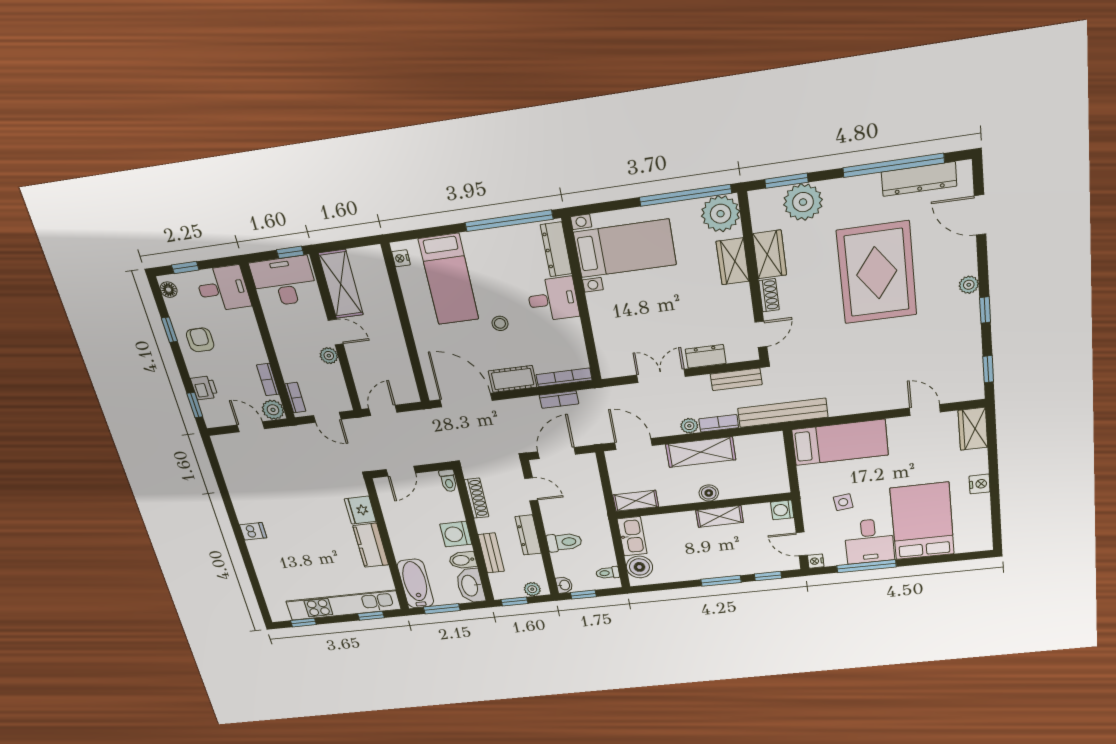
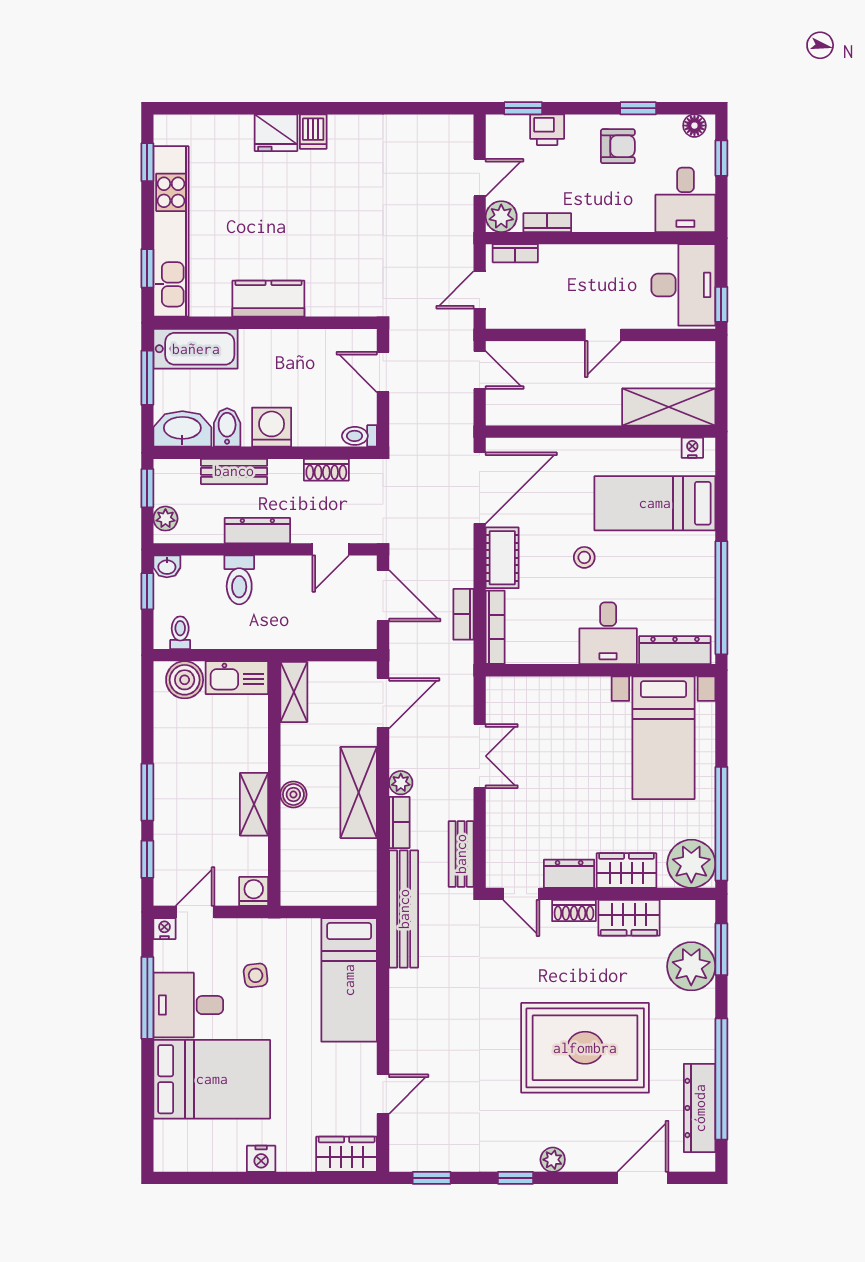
shelving: (341, 284) -> (669, 407), moved
plant: (329, 356) -> (570, 317), removed
dresser: (706, 356) -> (569, 874), moved, turned -90
shoe rack: (477, 498) -> (326, 470), width x0.70
fridge: (360, 510) -> (276, 133), moved, turned 180

